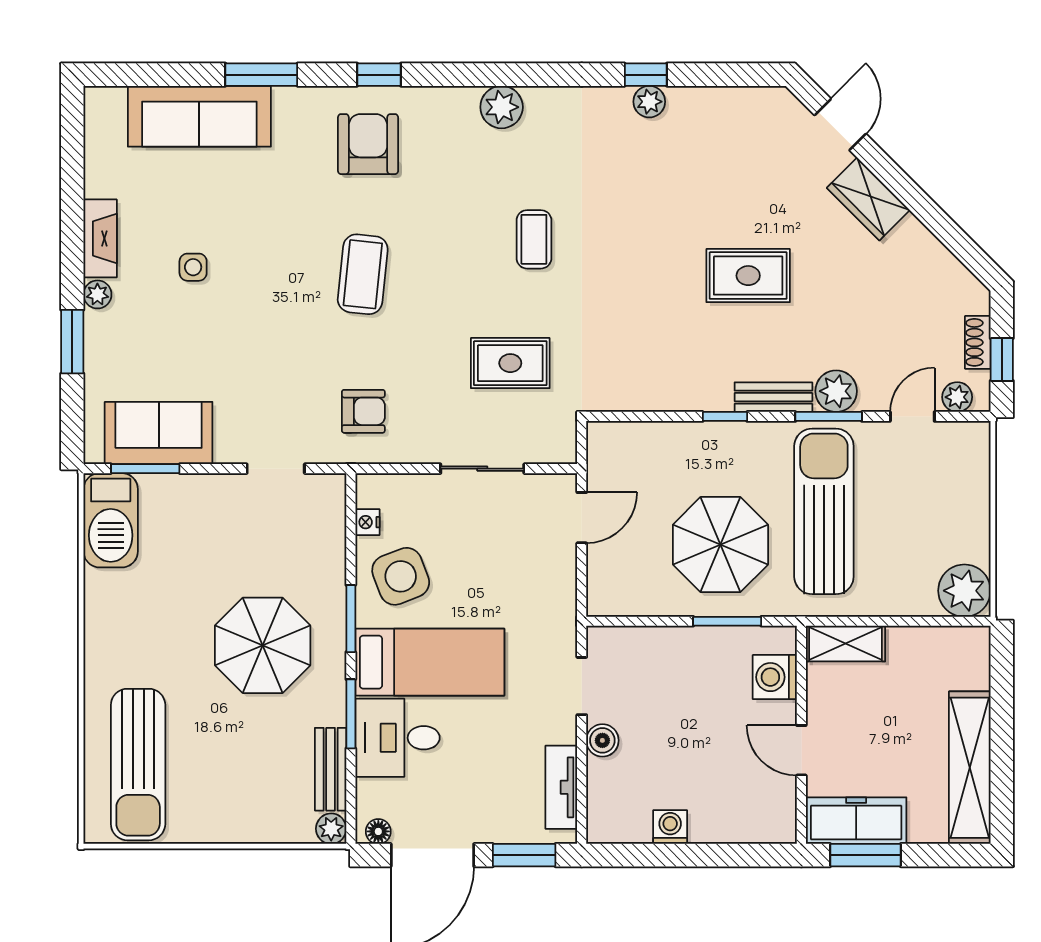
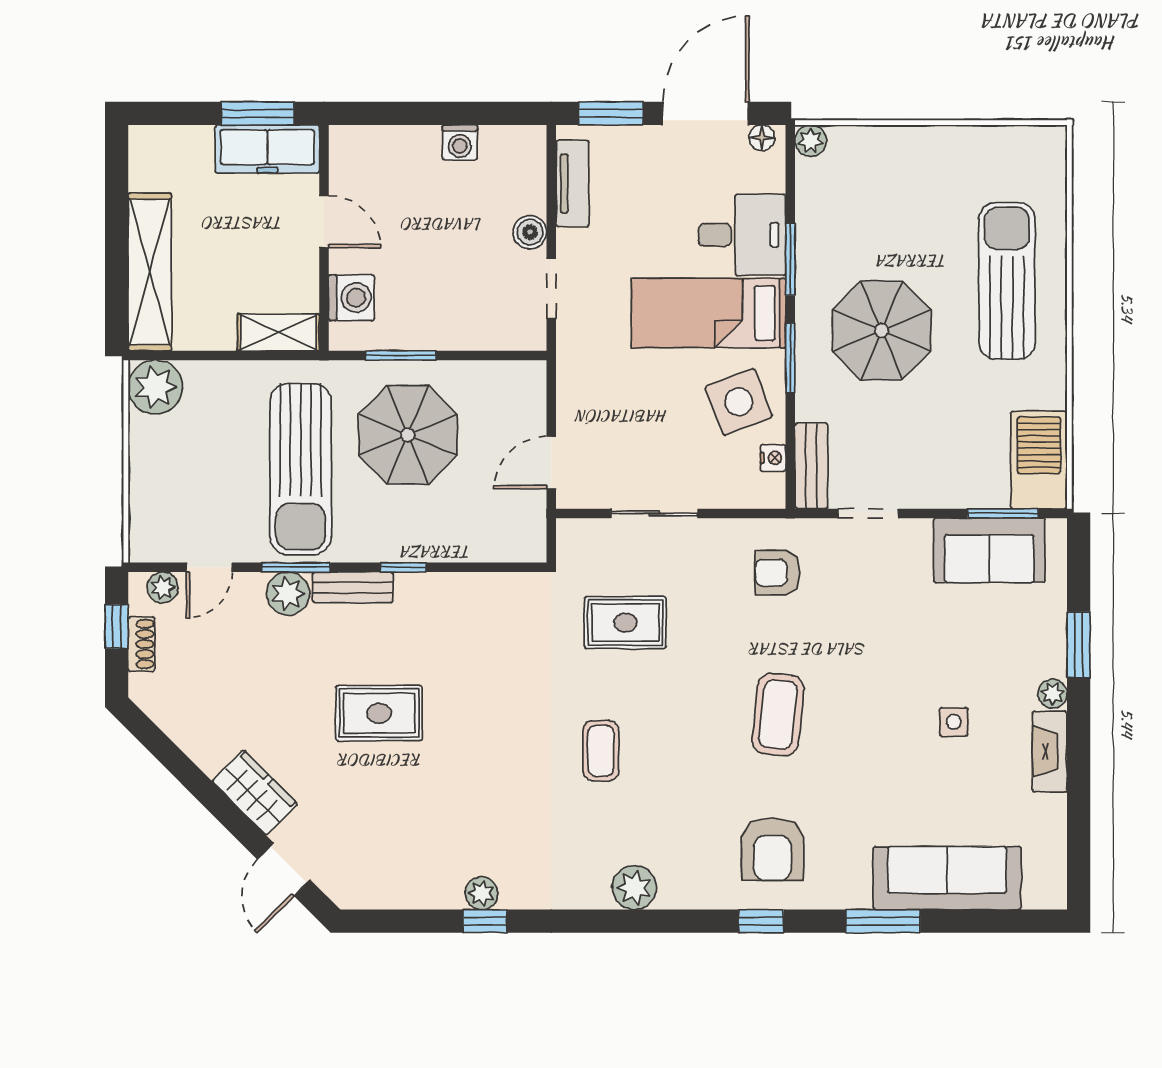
sun lounger: (138, 765) -> (1007, 281), moved
shelving: (970, 768) -> (150, 272), moved
bench: (331, 769) -> (811, 466), moved

